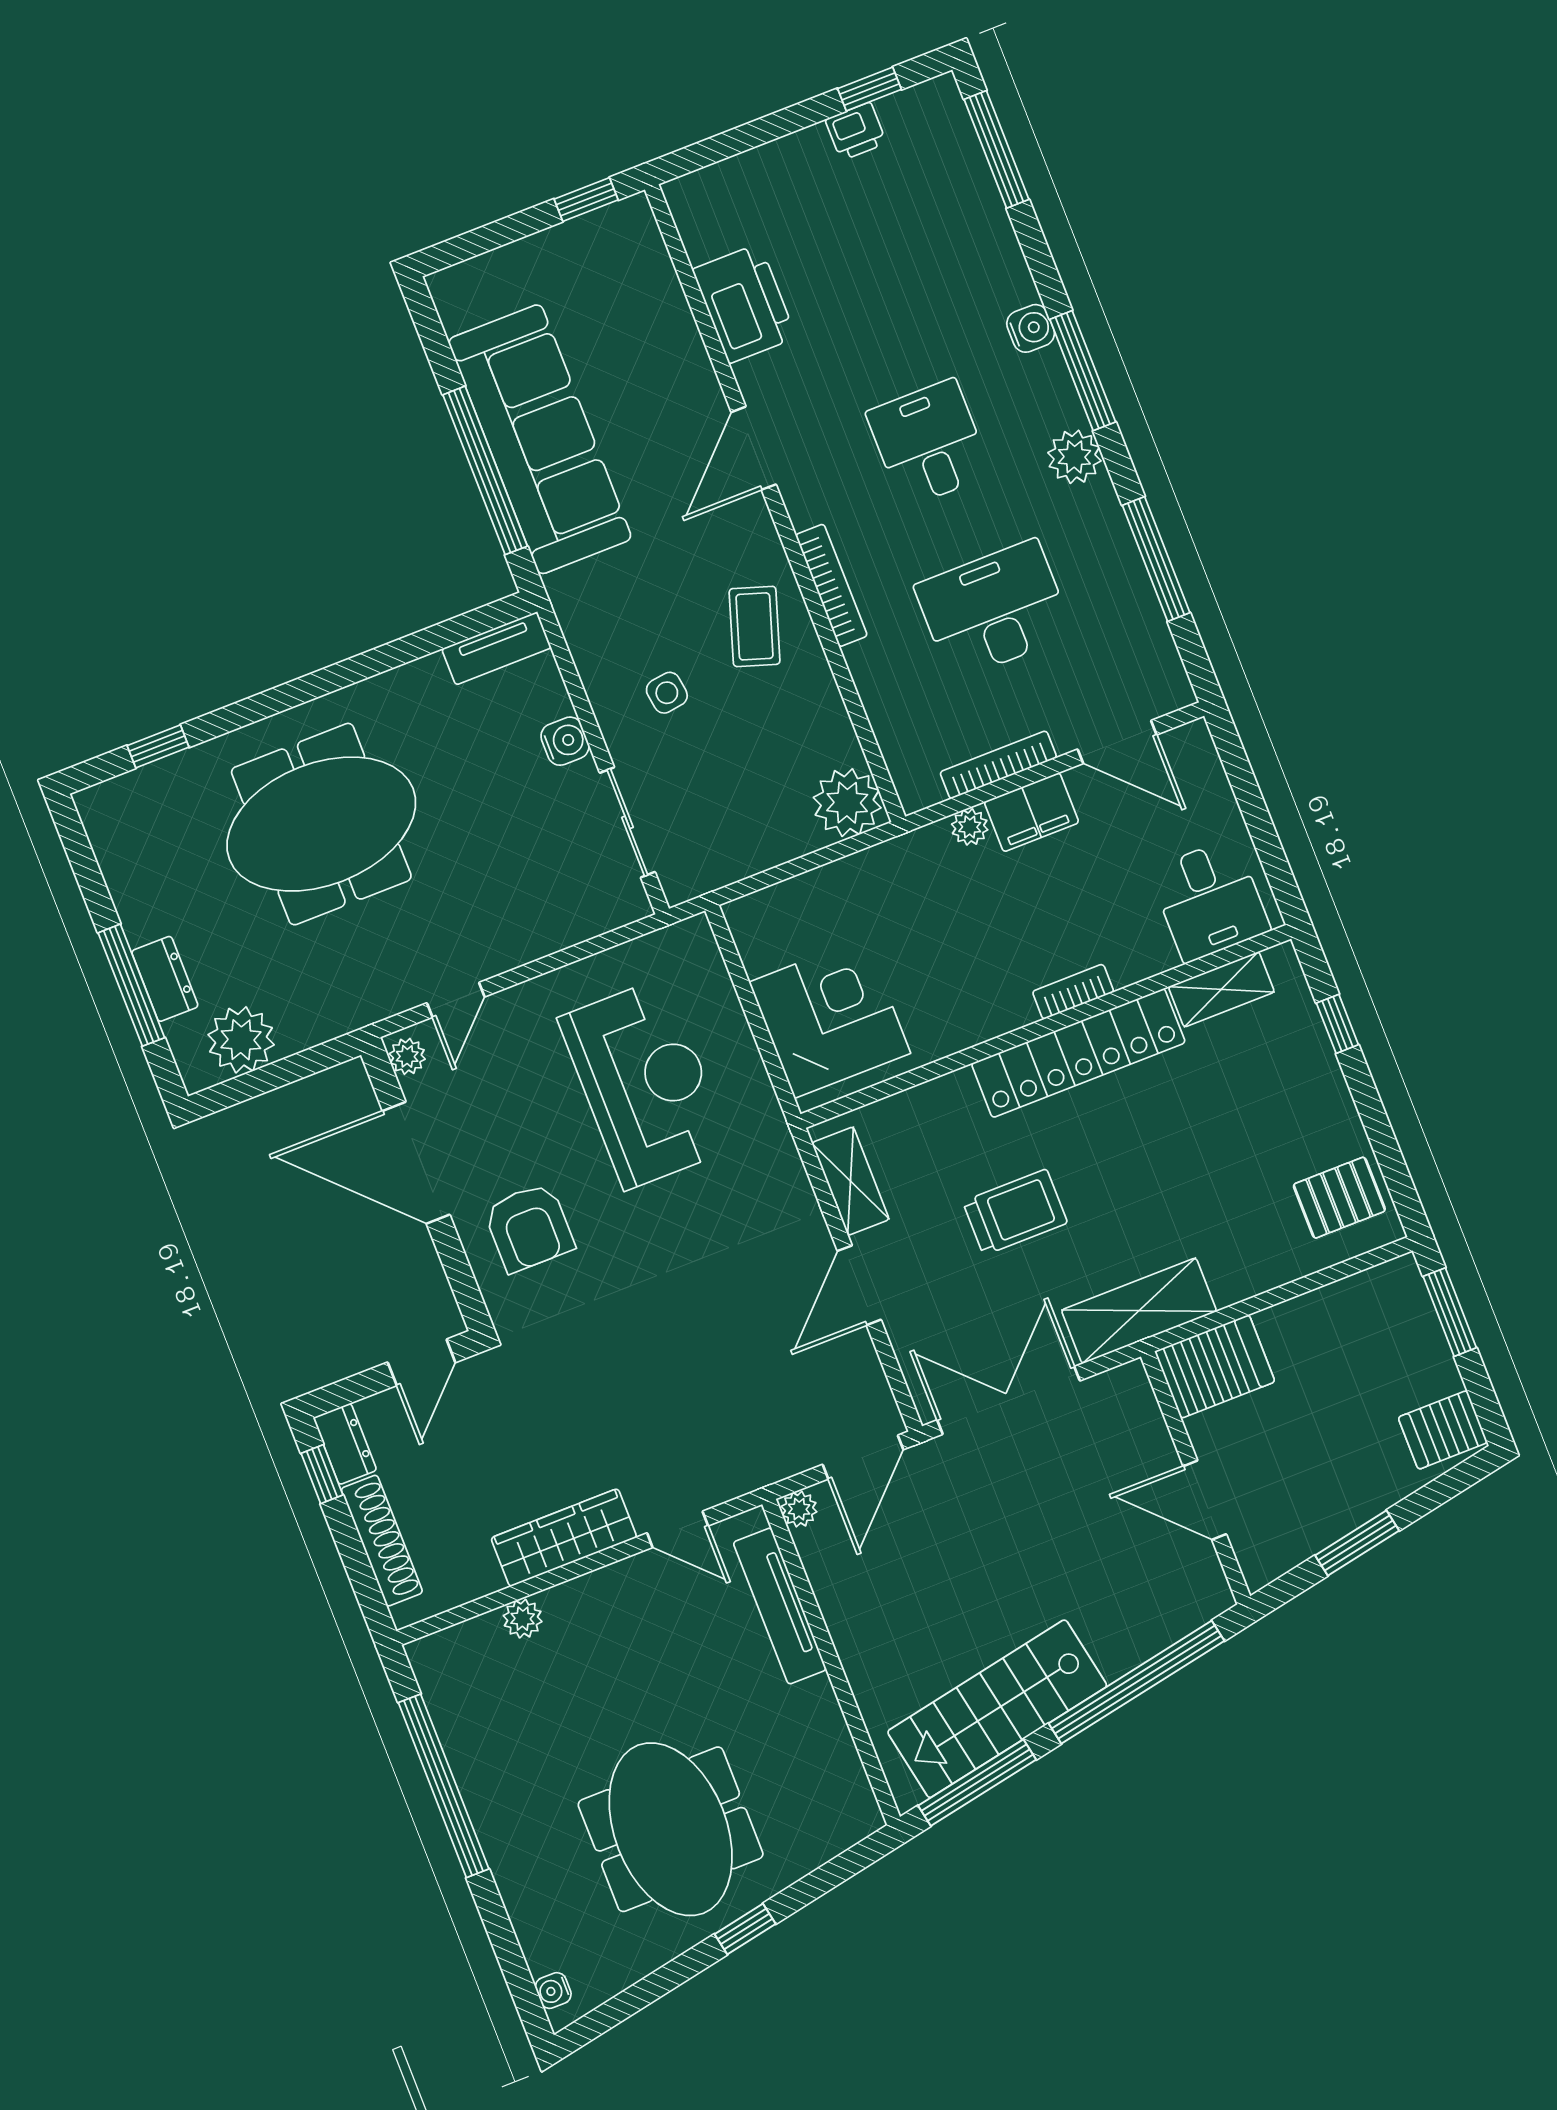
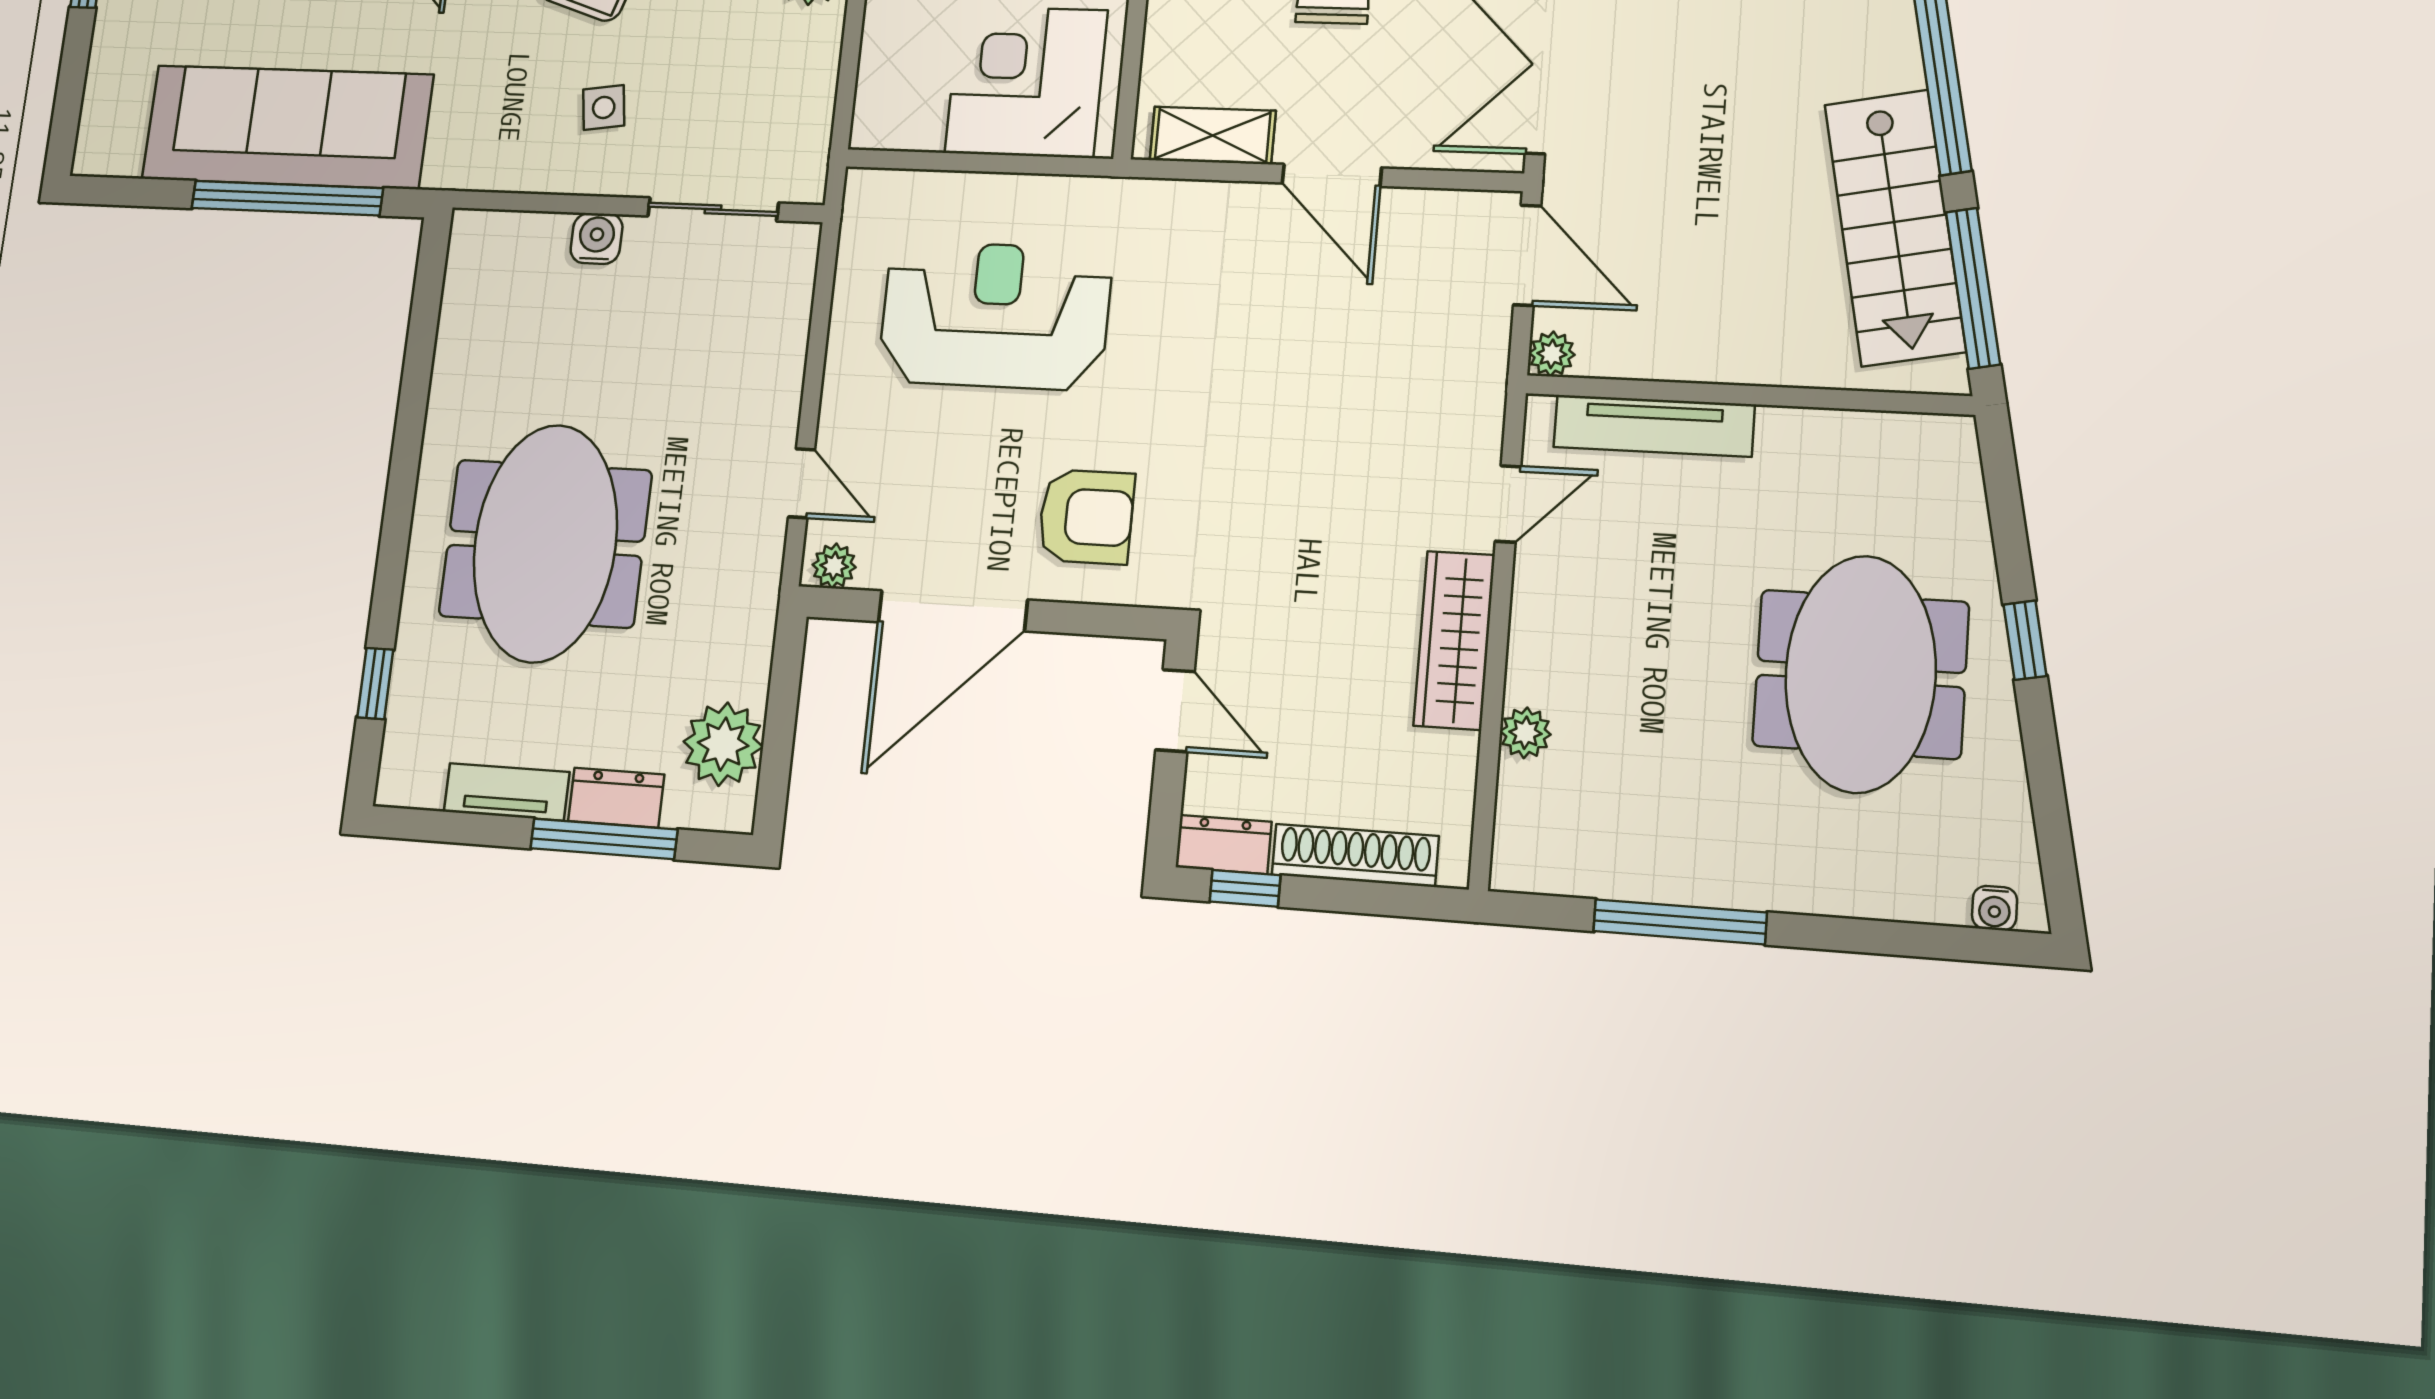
tv unit: (497, 648) -> (507, 792), moved, turned -90
window: (444, 1786) -> (1680, 922), width x0.68
meeting table: (671, 1829) -> (1861, 674), turned 90

